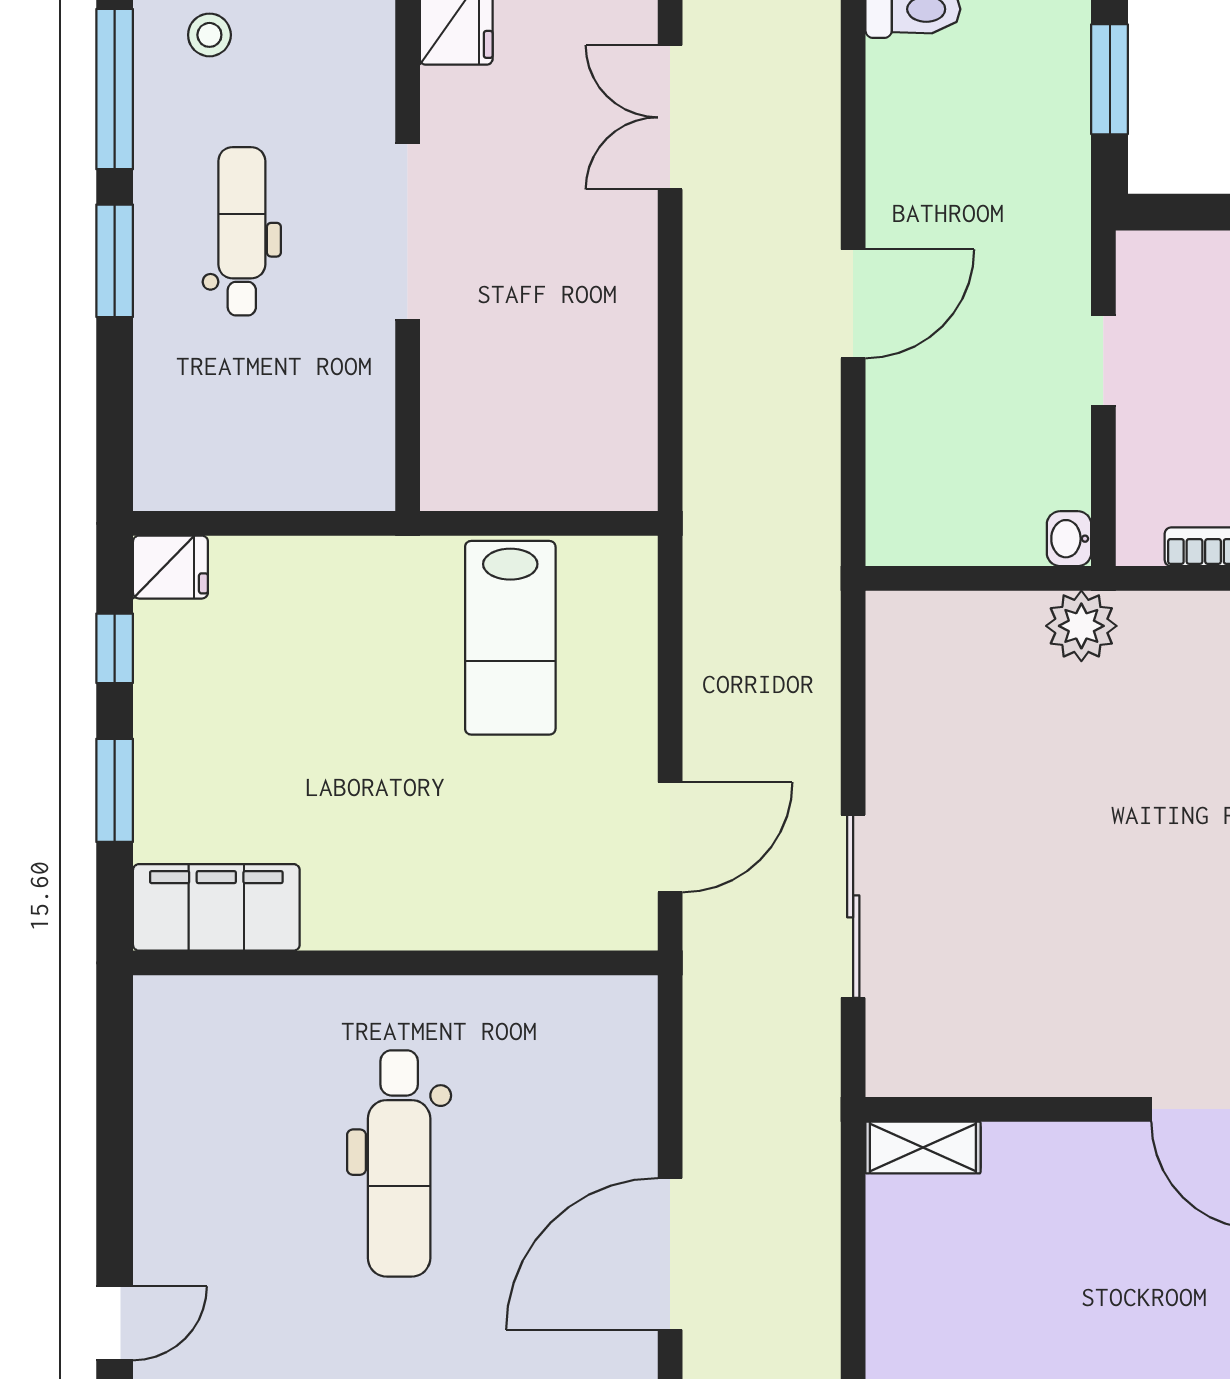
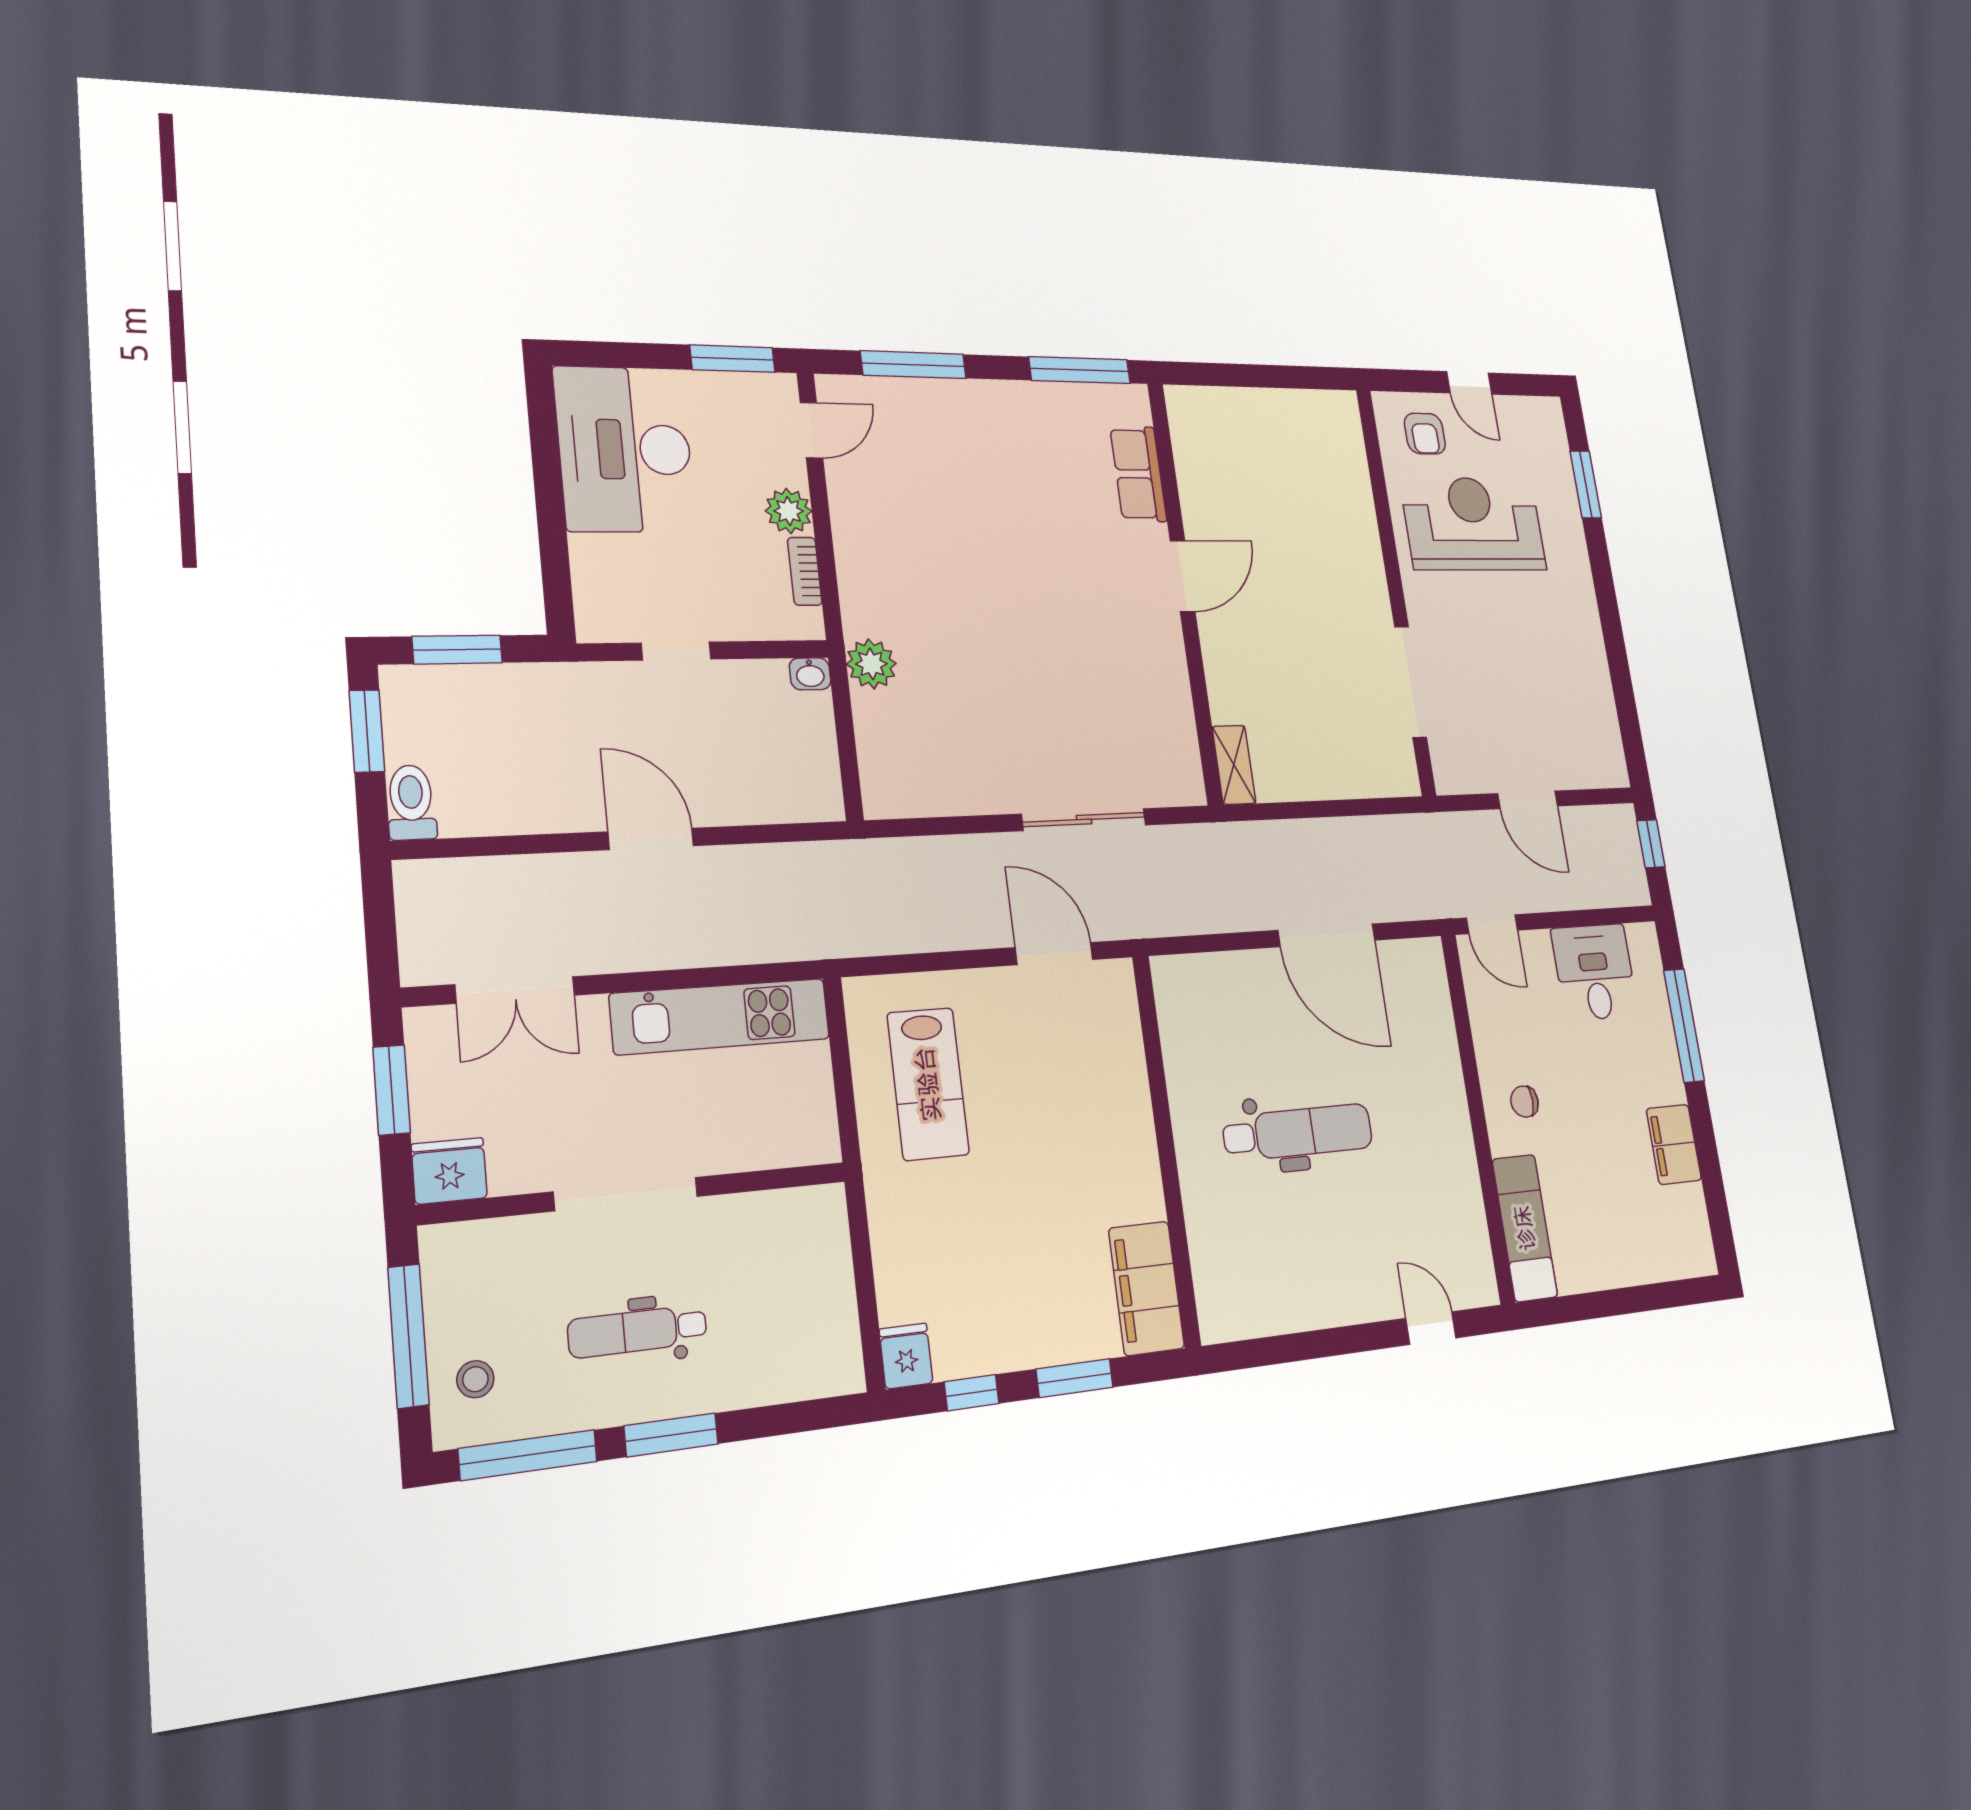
kitchen unit: (618, 372) -> (720, 1016), added
lab bench: (510, 638) -> (928, 1084), turned 90

